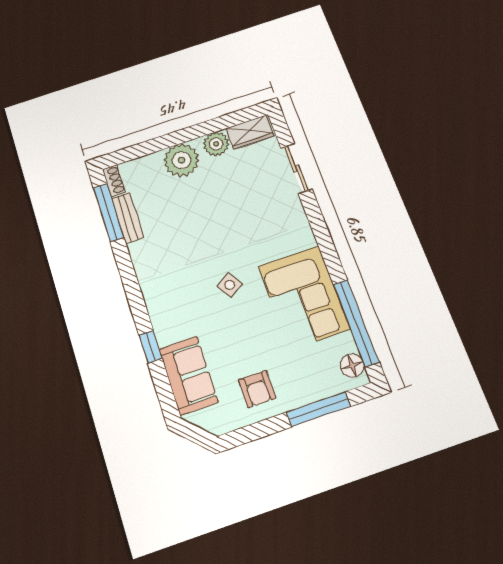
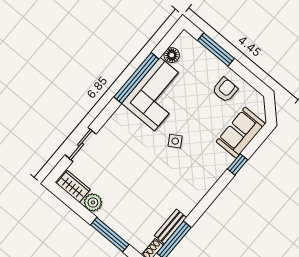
window: (165, 142) -> (110, 235), added
plant: (181, 160) -> (116, 217), removed
window: (356, 323) -> (136, 78), moved
floor lamp: (352, 366) -> (172, 55), moved

